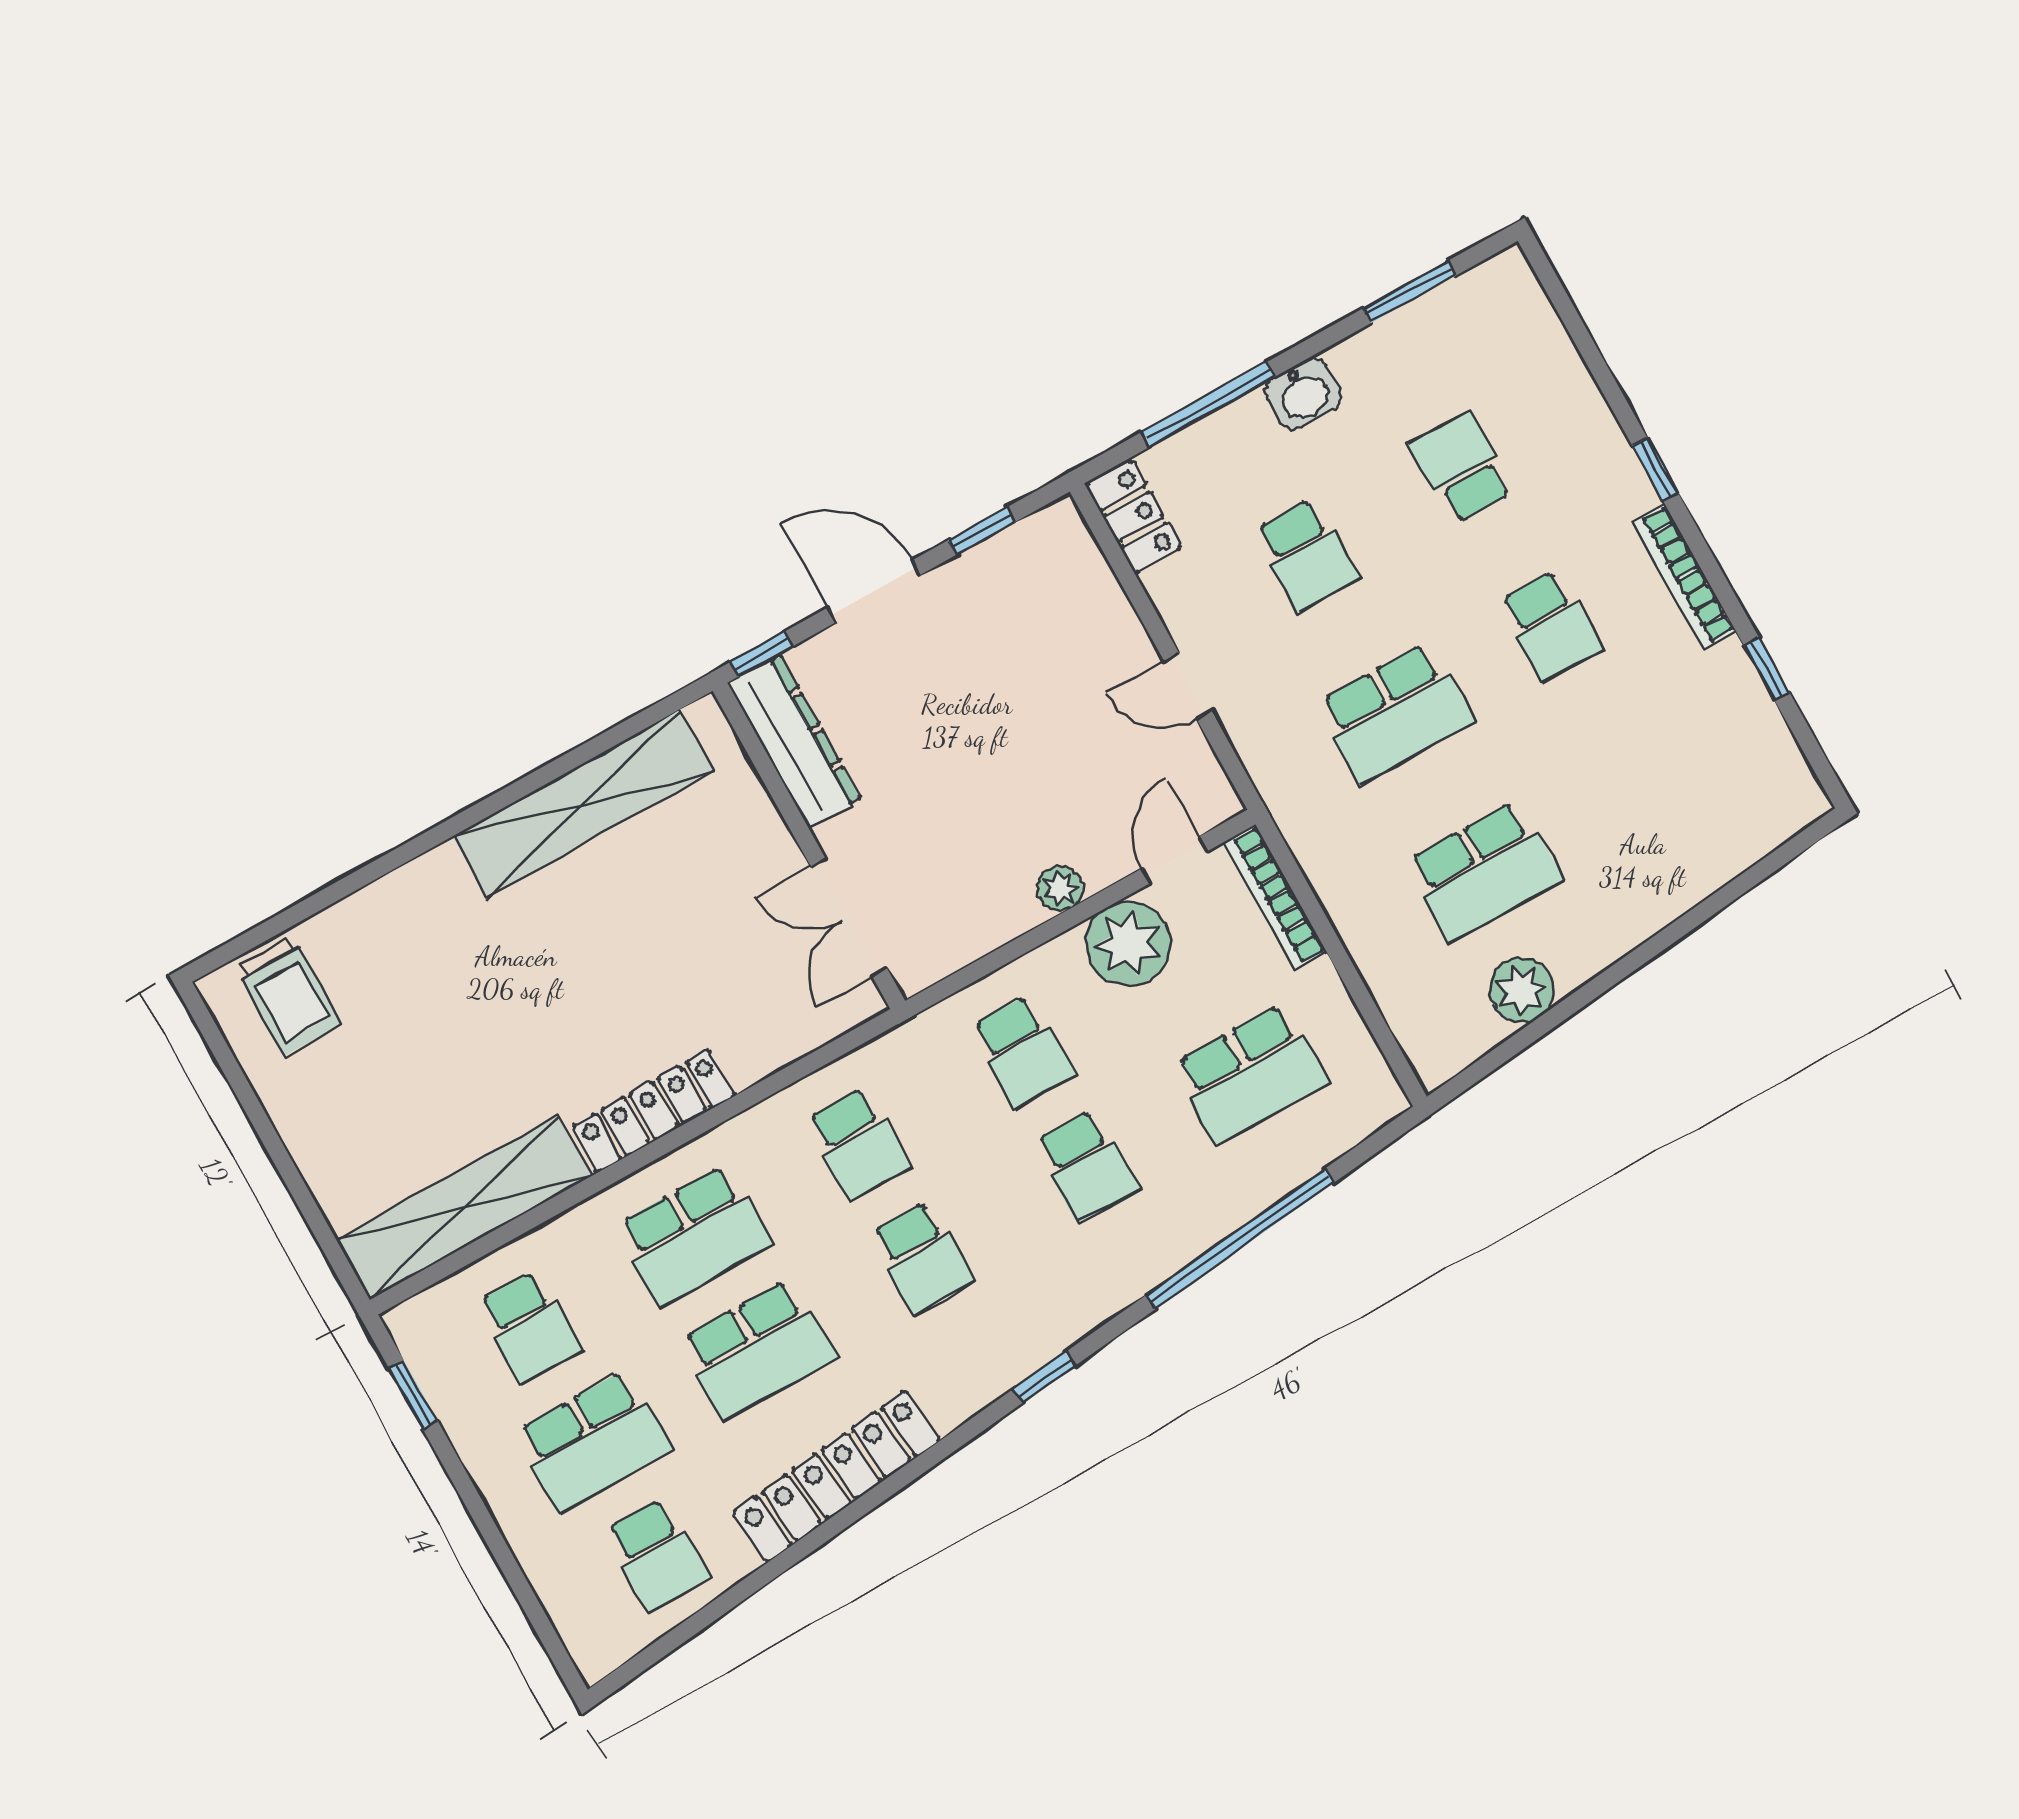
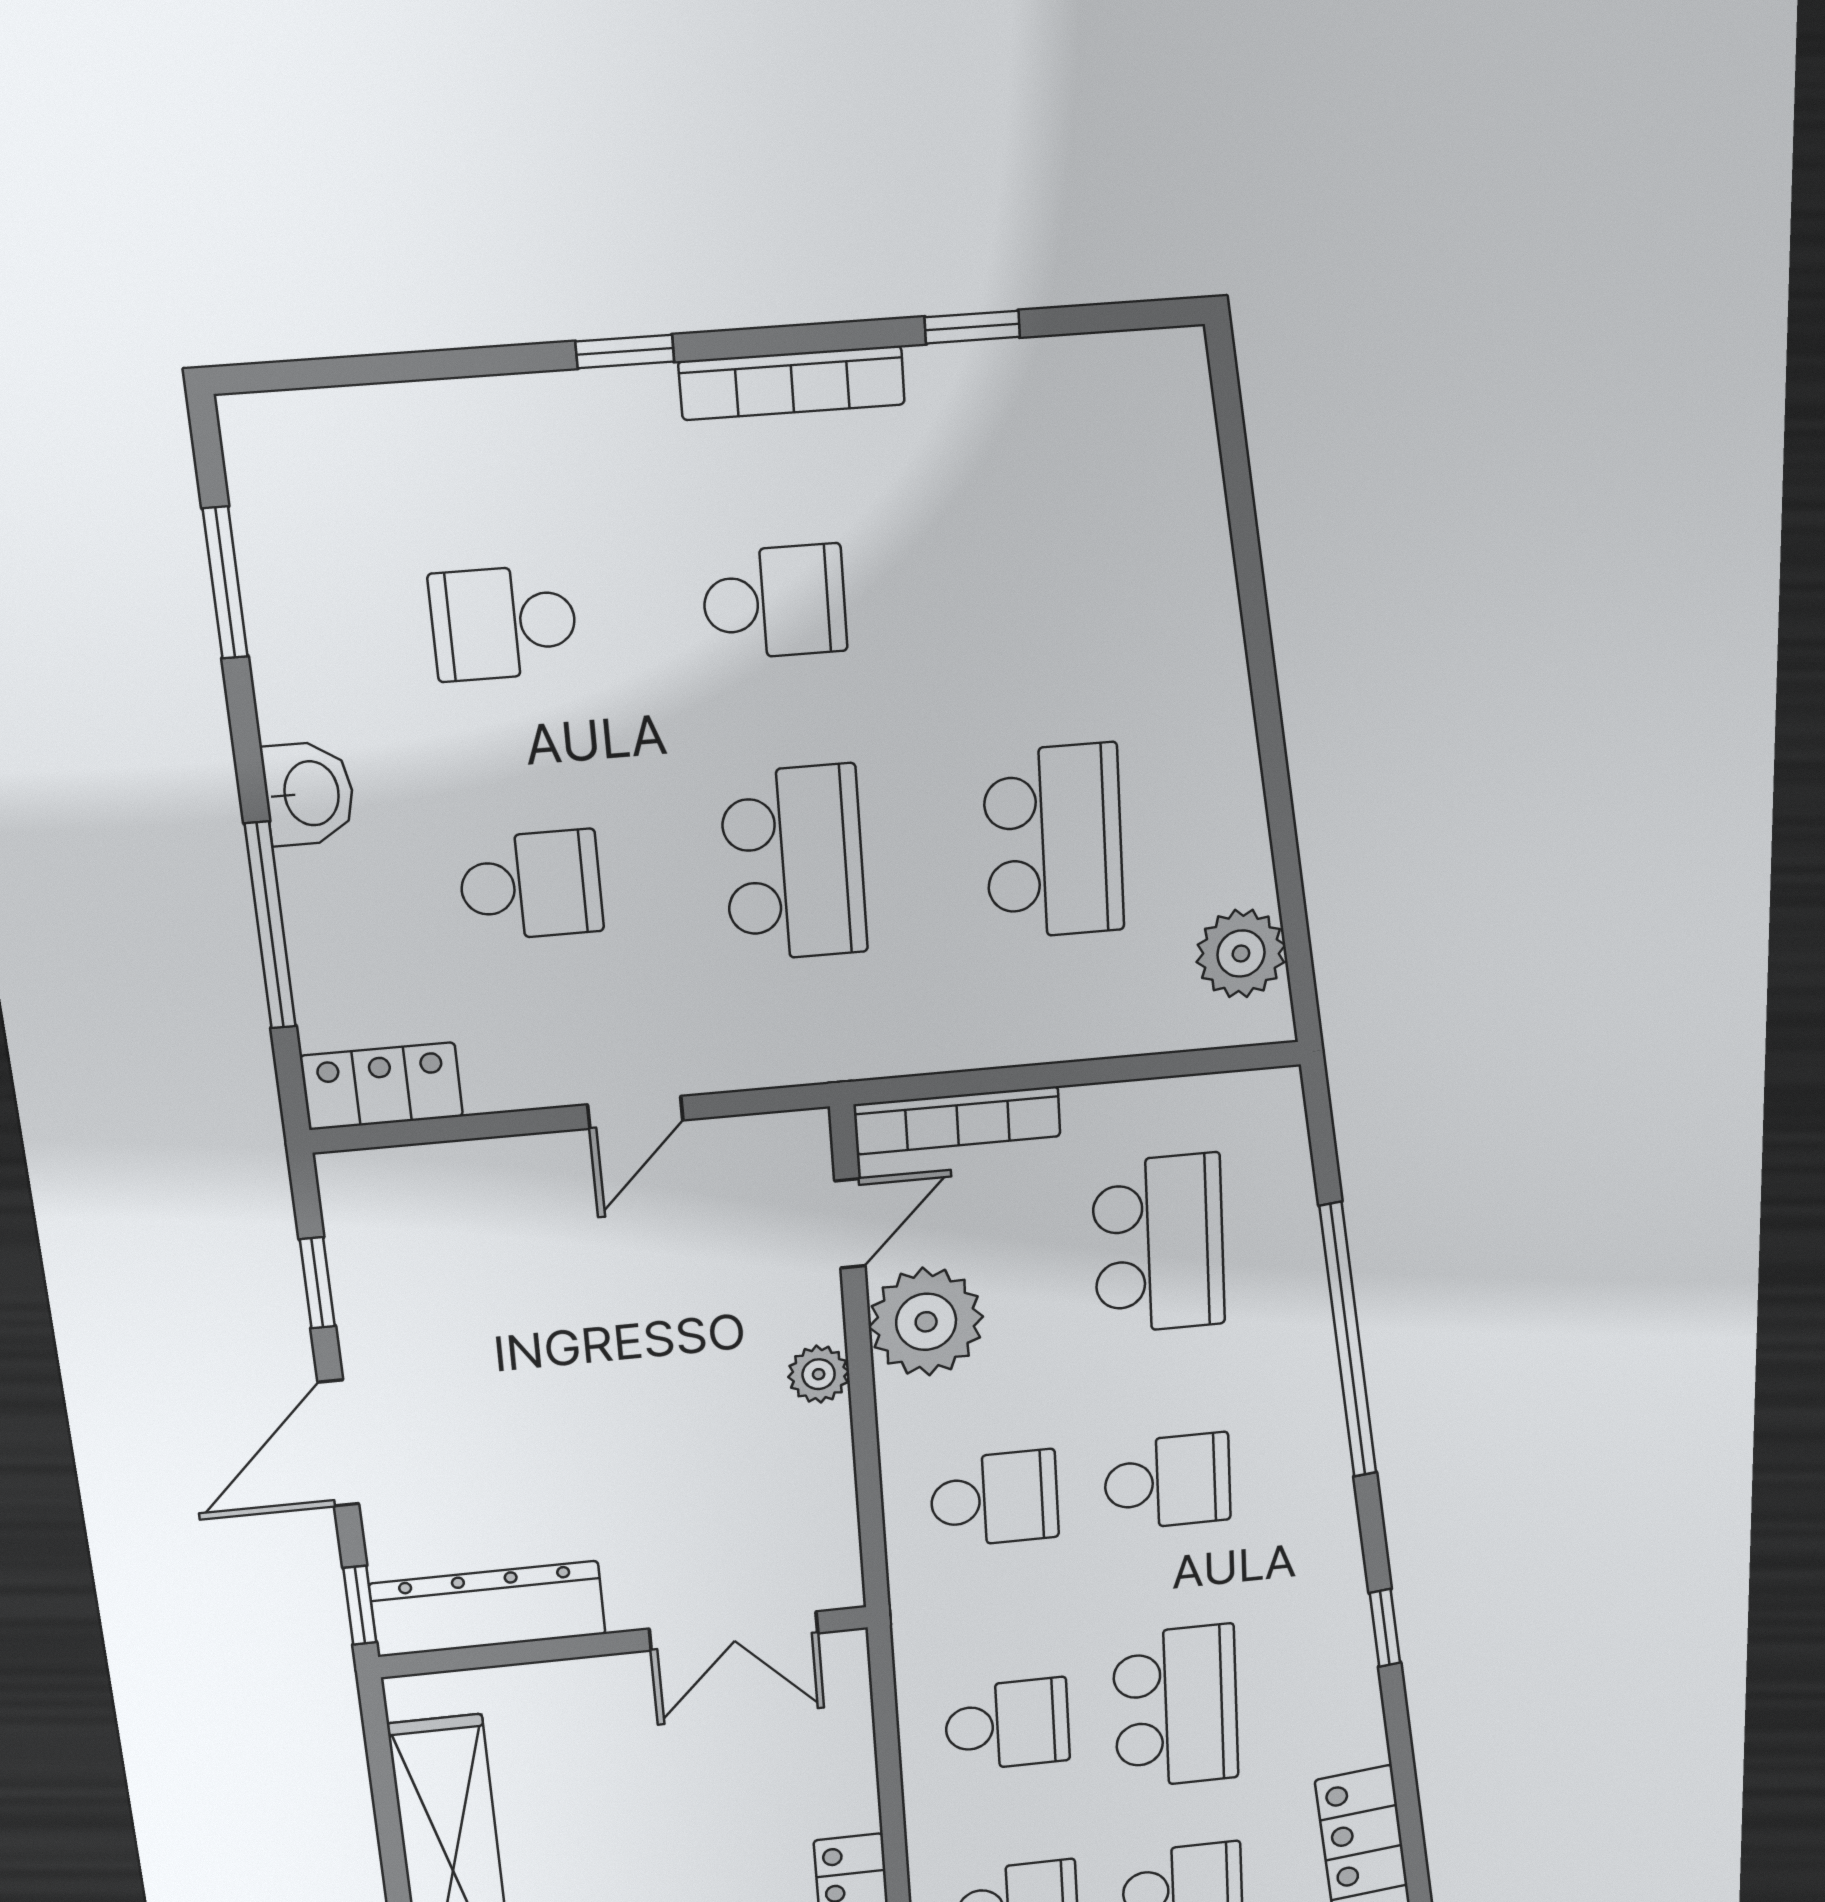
door: (1174, 860) -> (850, 1223), swing flipped
plant: (1522, 990) -> (1241, 954), moved
school desk: (922, 1257) -> (1176, 1707), width x1.85

